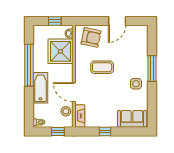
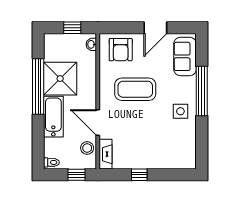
armchair: (91, 37) -> (121, 50), turned 78
shower: (60, 51) -> (60, 79), moved
coffee table: (102, 67) -> (135, 89), width x1.36, depth x1.32
window: (152, 68) -> (202, 91), width x1.46
sofa: (132, 119) -> (185, 56), moved, turned -90

